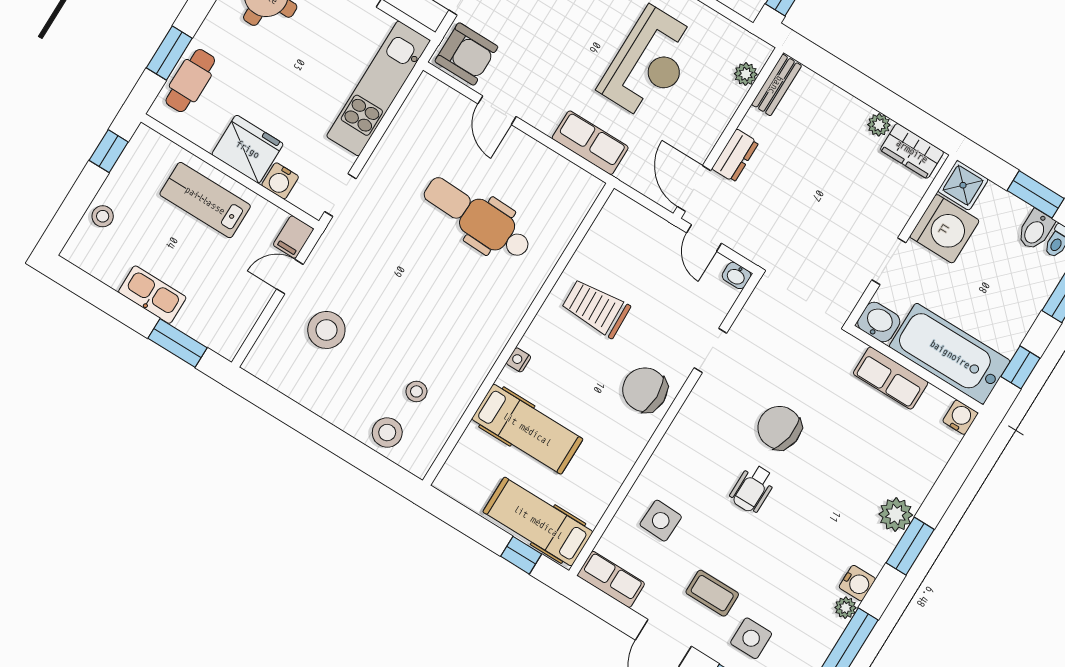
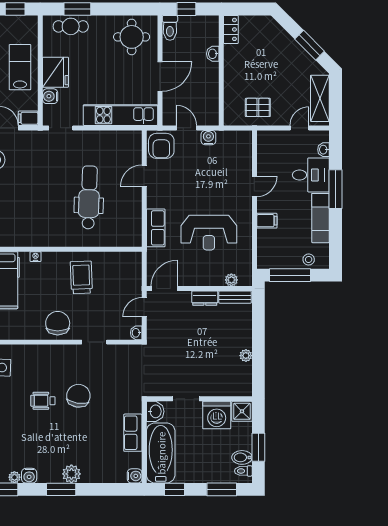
wardrobe: (912, 151) -> (243, 378), removed
dresser: (735, 156) -> (205, 298), moved

